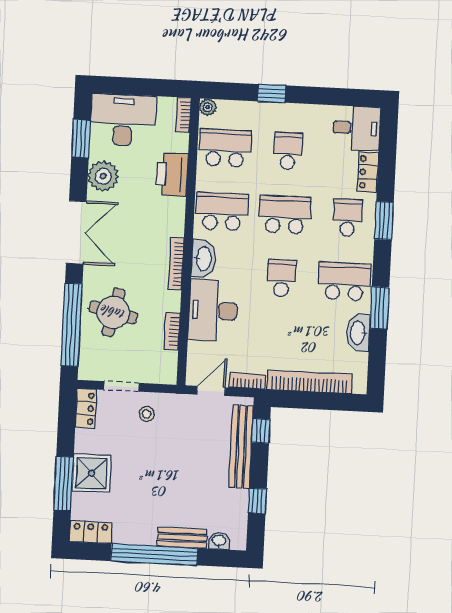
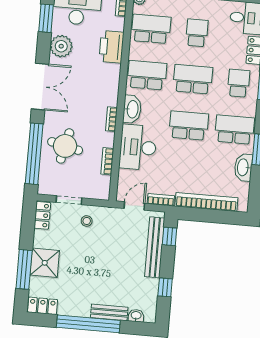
bookcase: (176, 264) -> (112, 119), width x0.64
school desk: (282, 278) -> (189, 126), width x1.85

